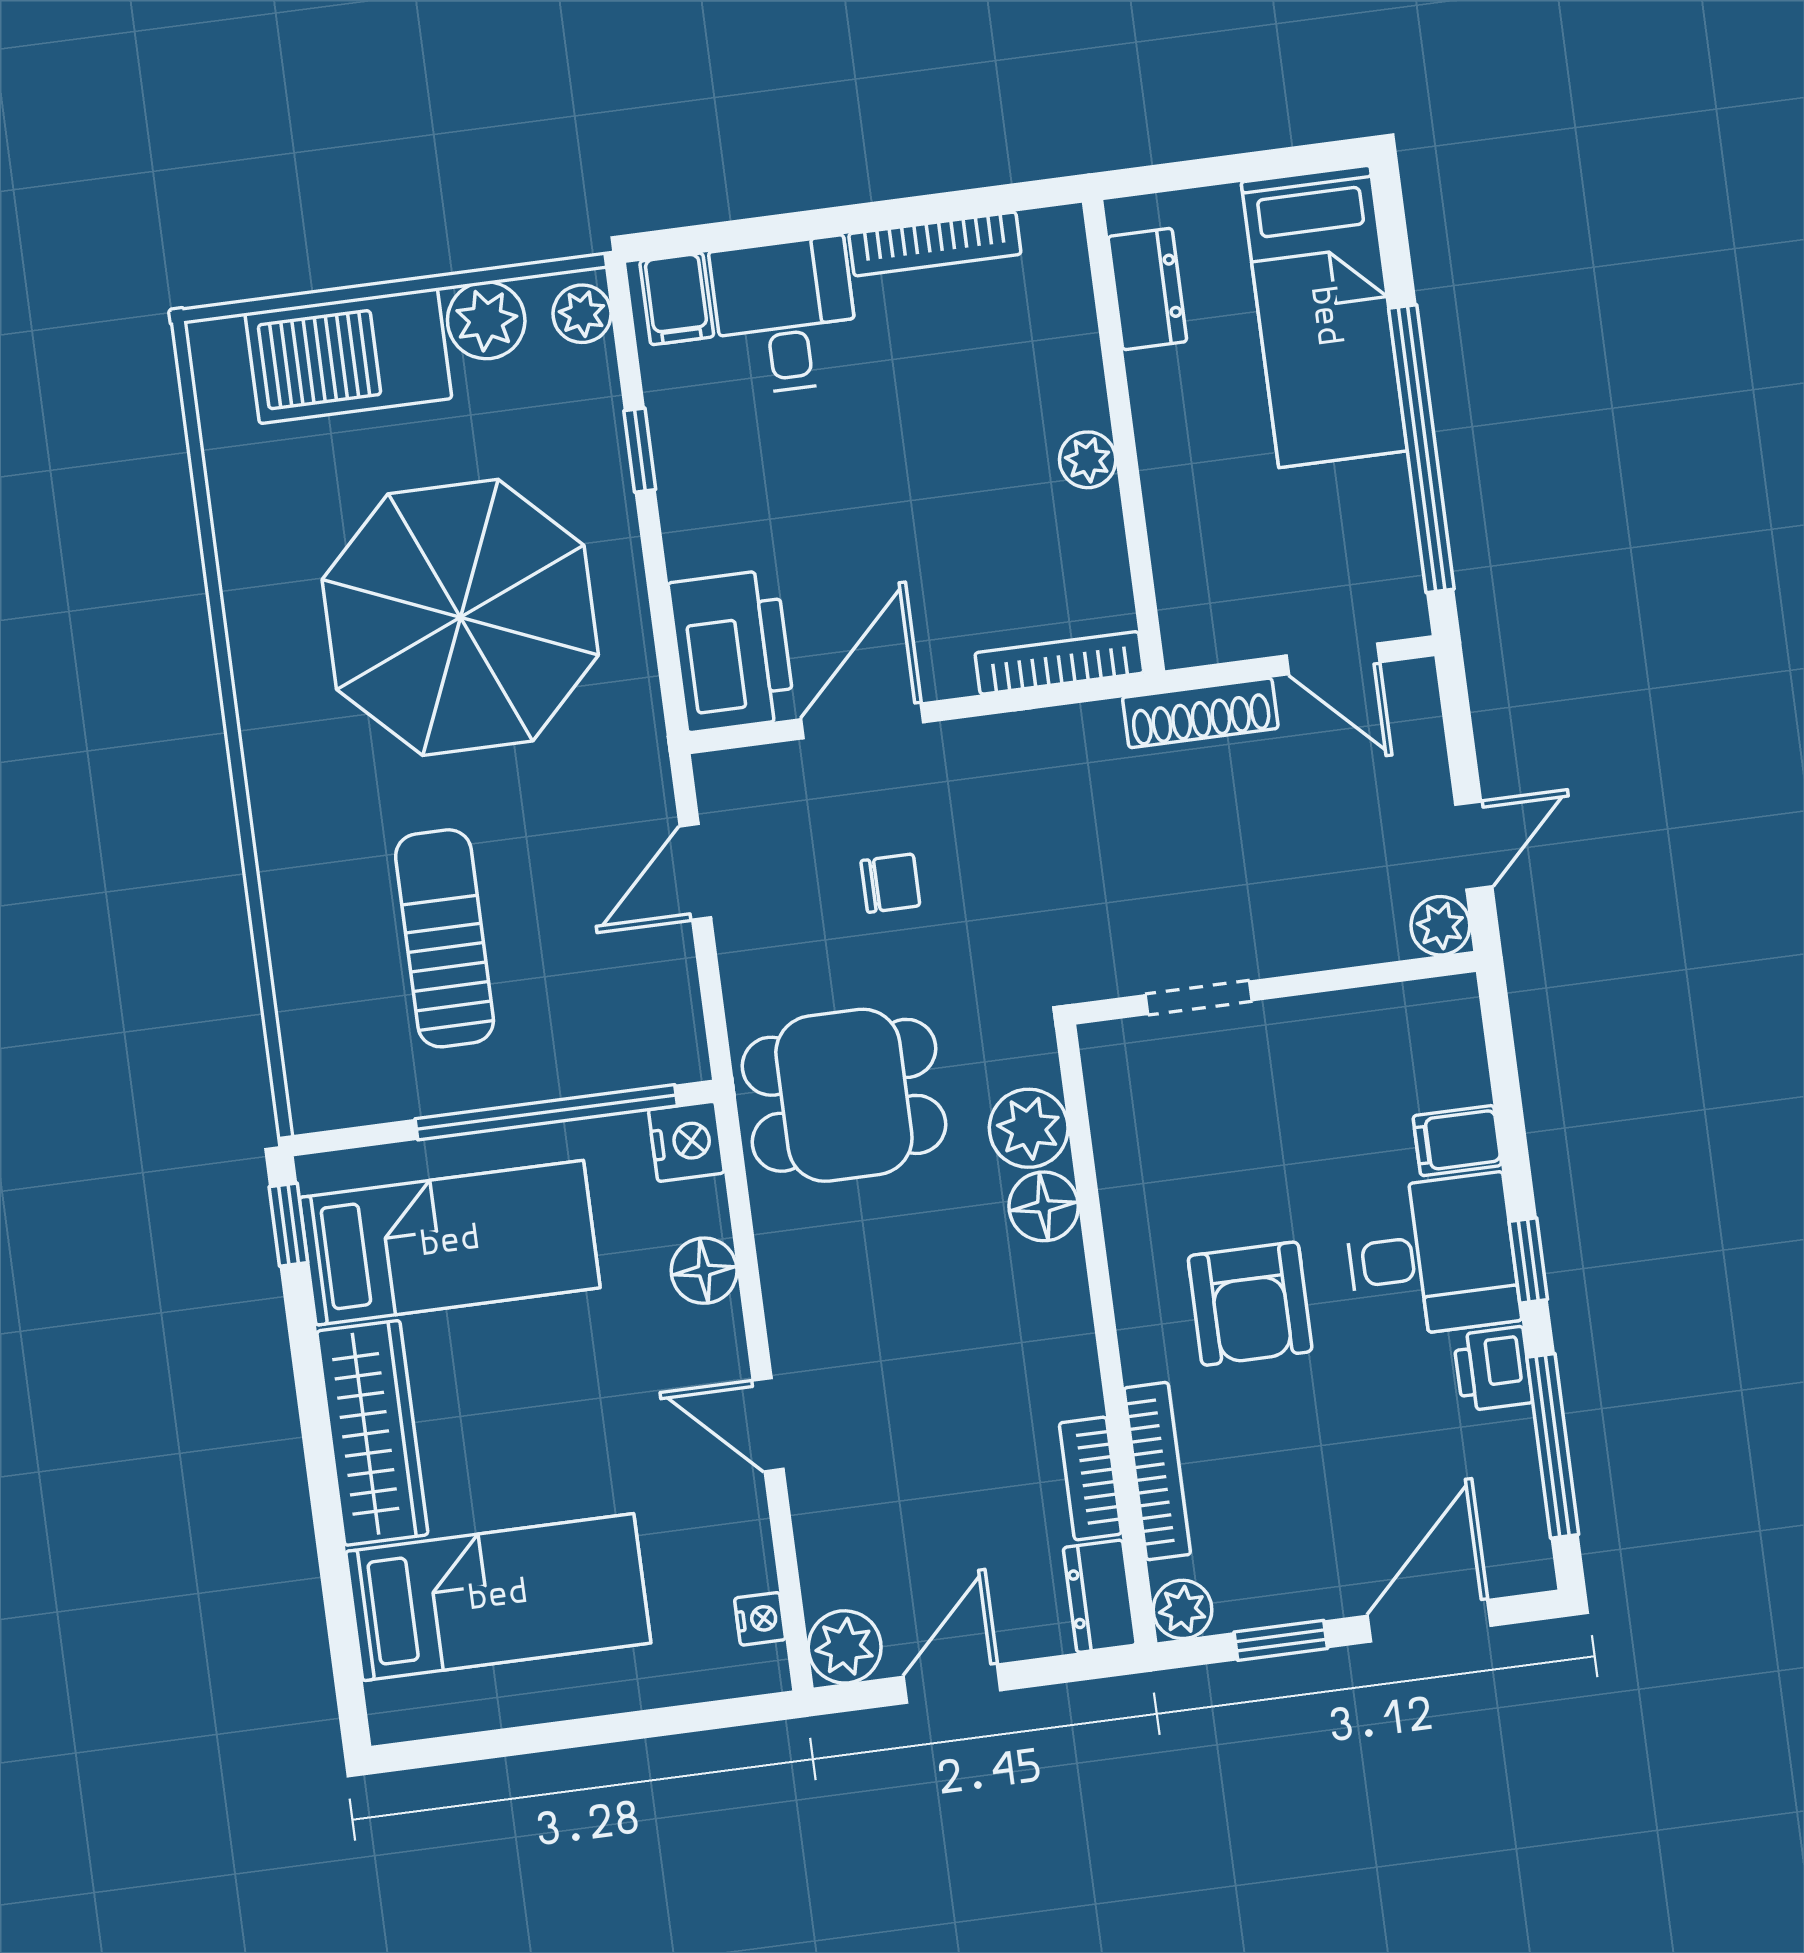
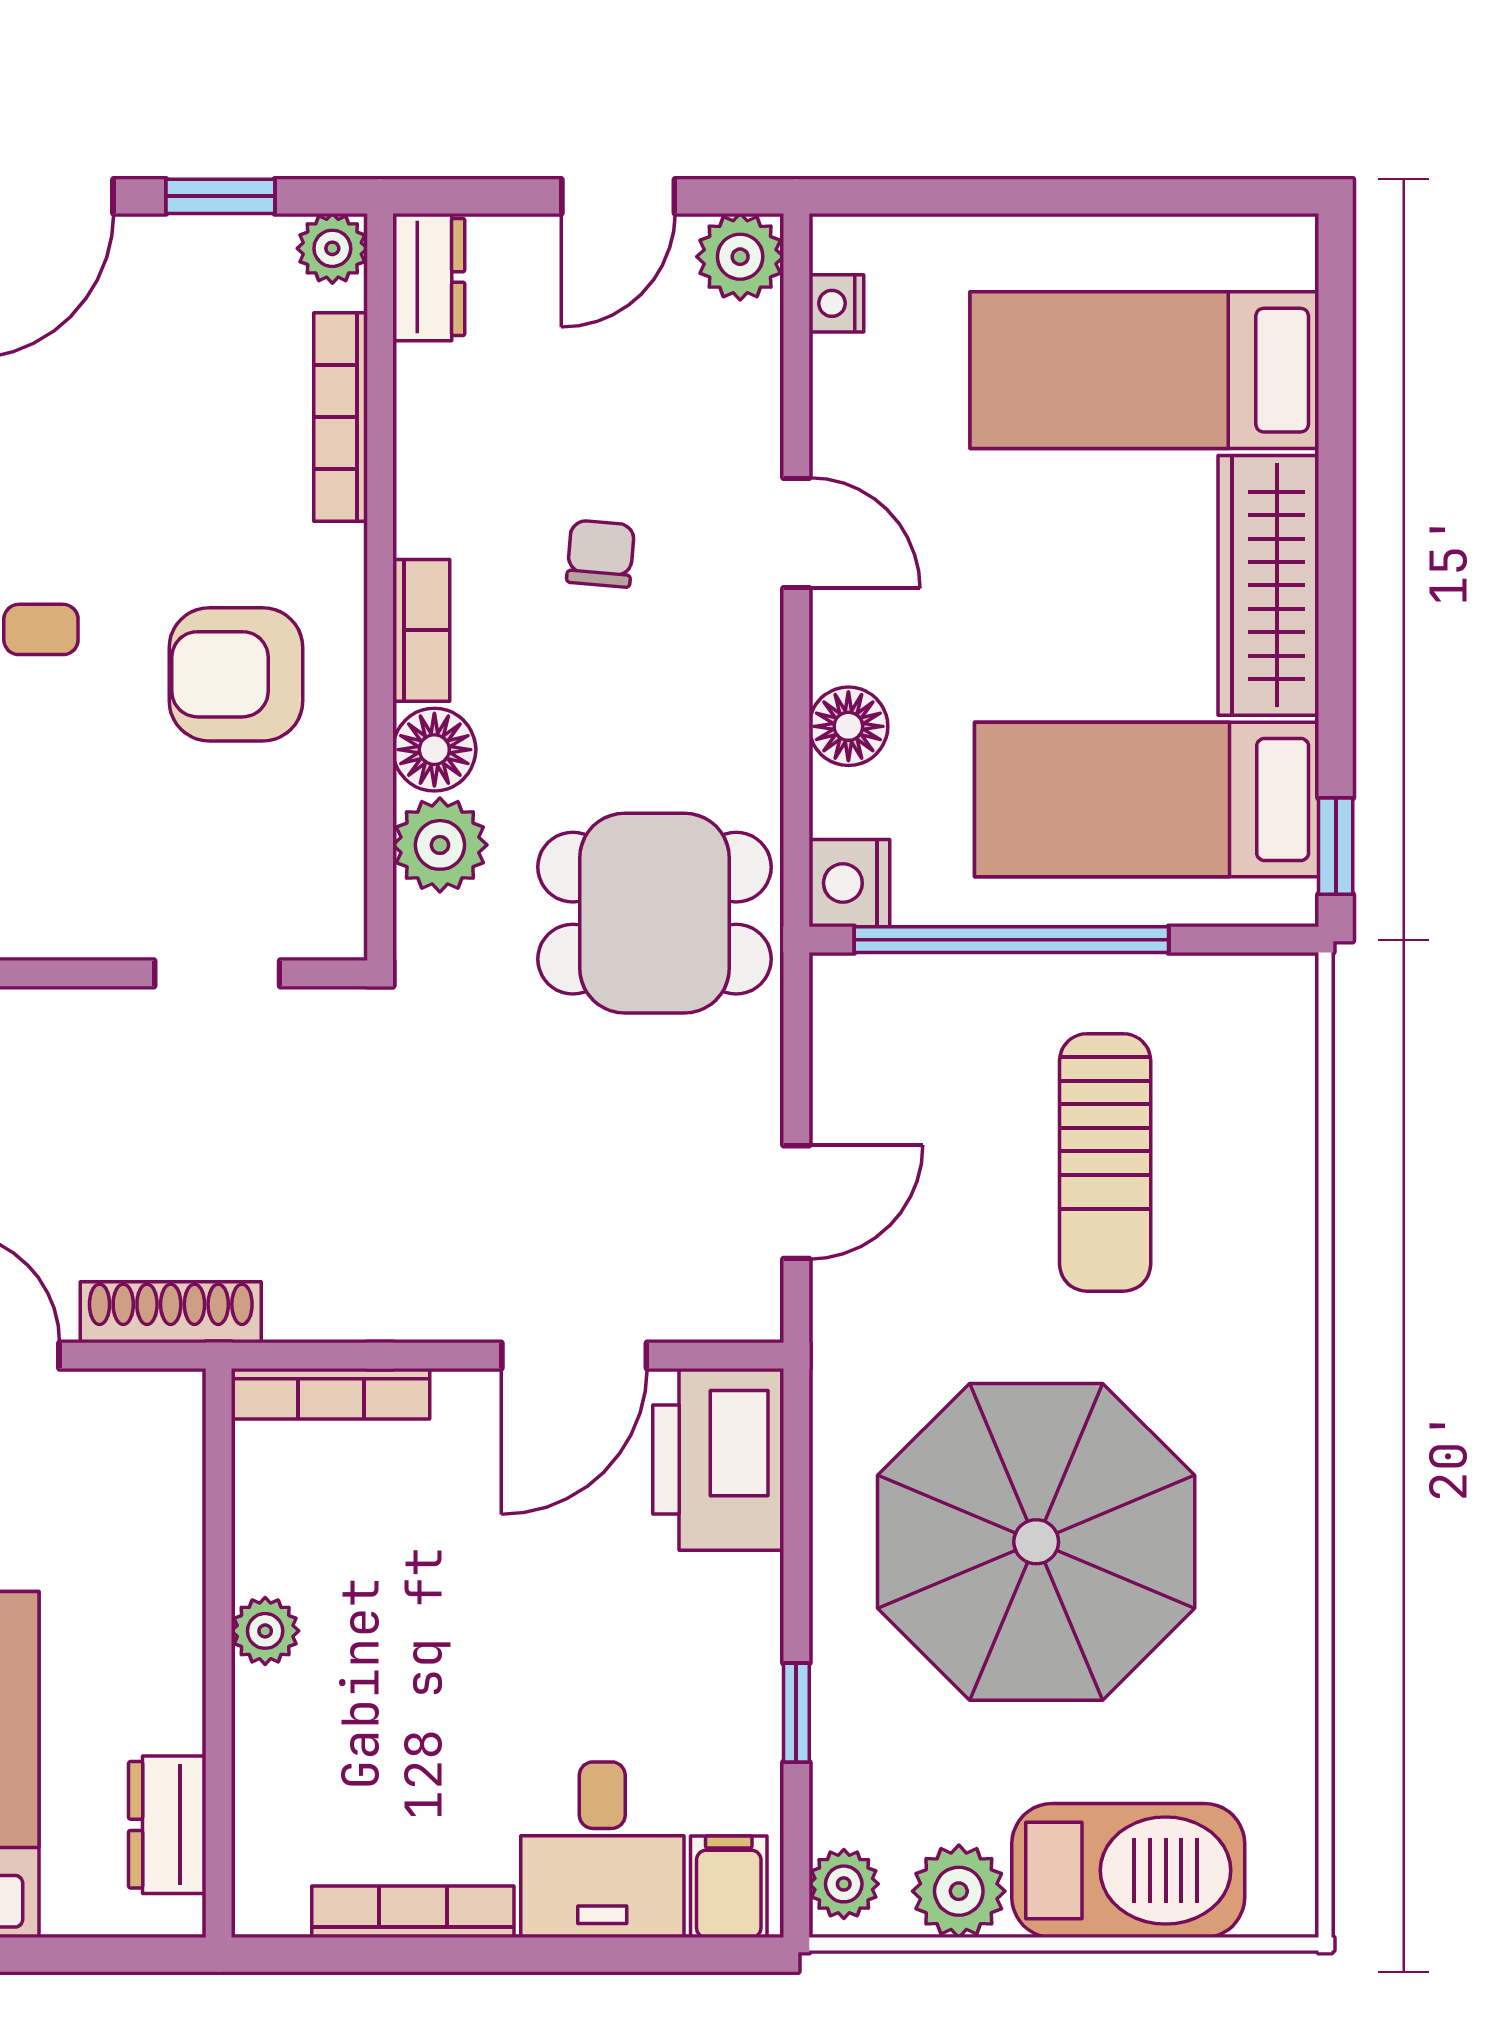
chair: (890, 883) -> (601, 554), moved, turned 95
armchair: (1250, 1304) -> (236, 674), moved, turned -90
bookcase: (1090, 1478) -> (421, 630), moved

